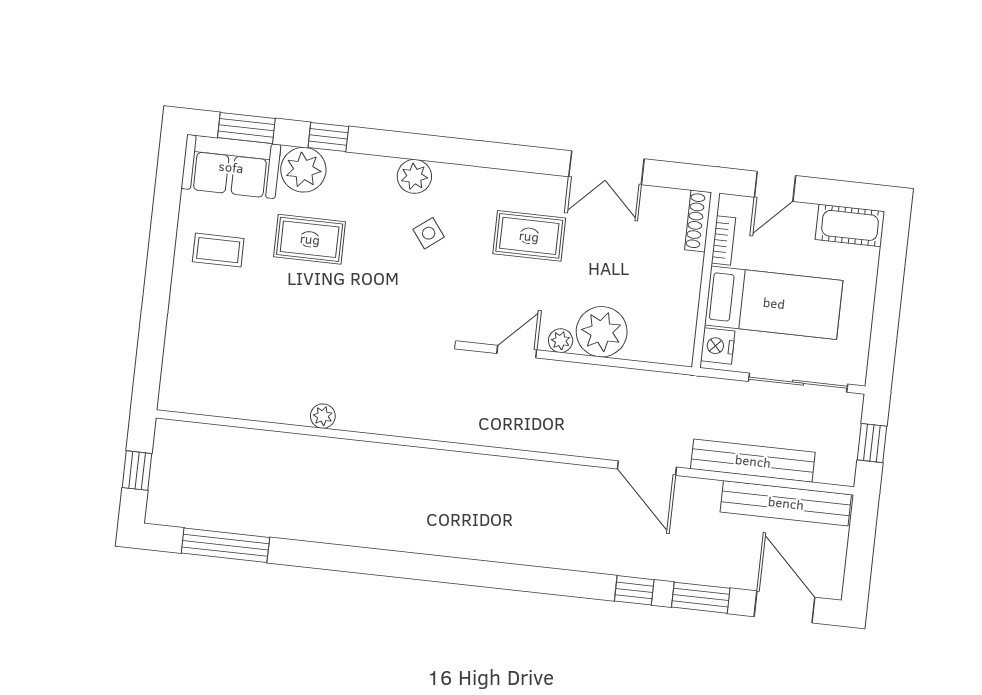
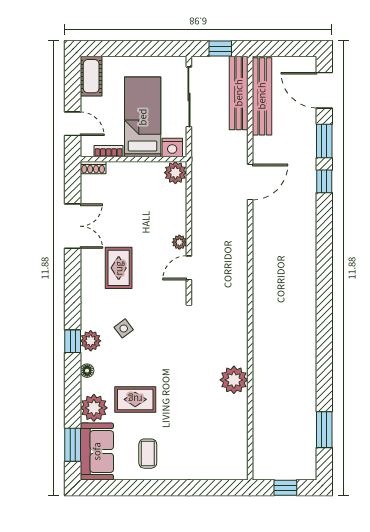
window: (328, 137) -> (73, 341), moved
floor lamp: (366, 165) -> (87, 371), added
shoe rack: (698, 221) -> (93, 168), width x0.70
rug: (310, 239) -> (135, 399), turned 90
plant: (602, 332) -> (175, 173), moved, width x0.73, depth x0.73
door: (517, 352) -> (189, 268), hinge flipped
plant: (323, 416) -> (234, 380), width x1.87, depth x1.87
bench: (753, 461) -> (239, 93), moved
window: (225, 545) -> (324, 430), width x0.69
door: (784, 607) -> (324, 90), hinge flipped

